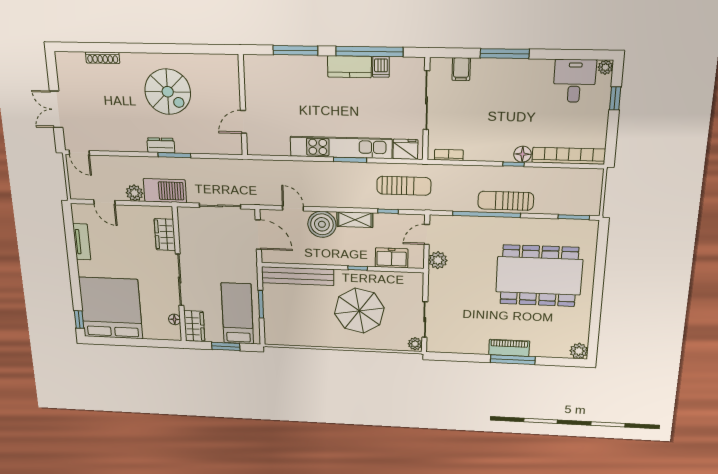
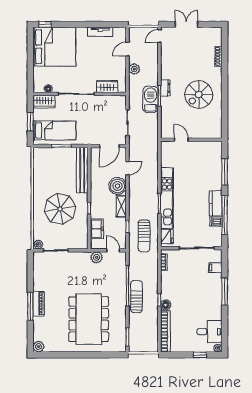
barbecue: (165, 191) -> (151, 99), moved, turned 180

